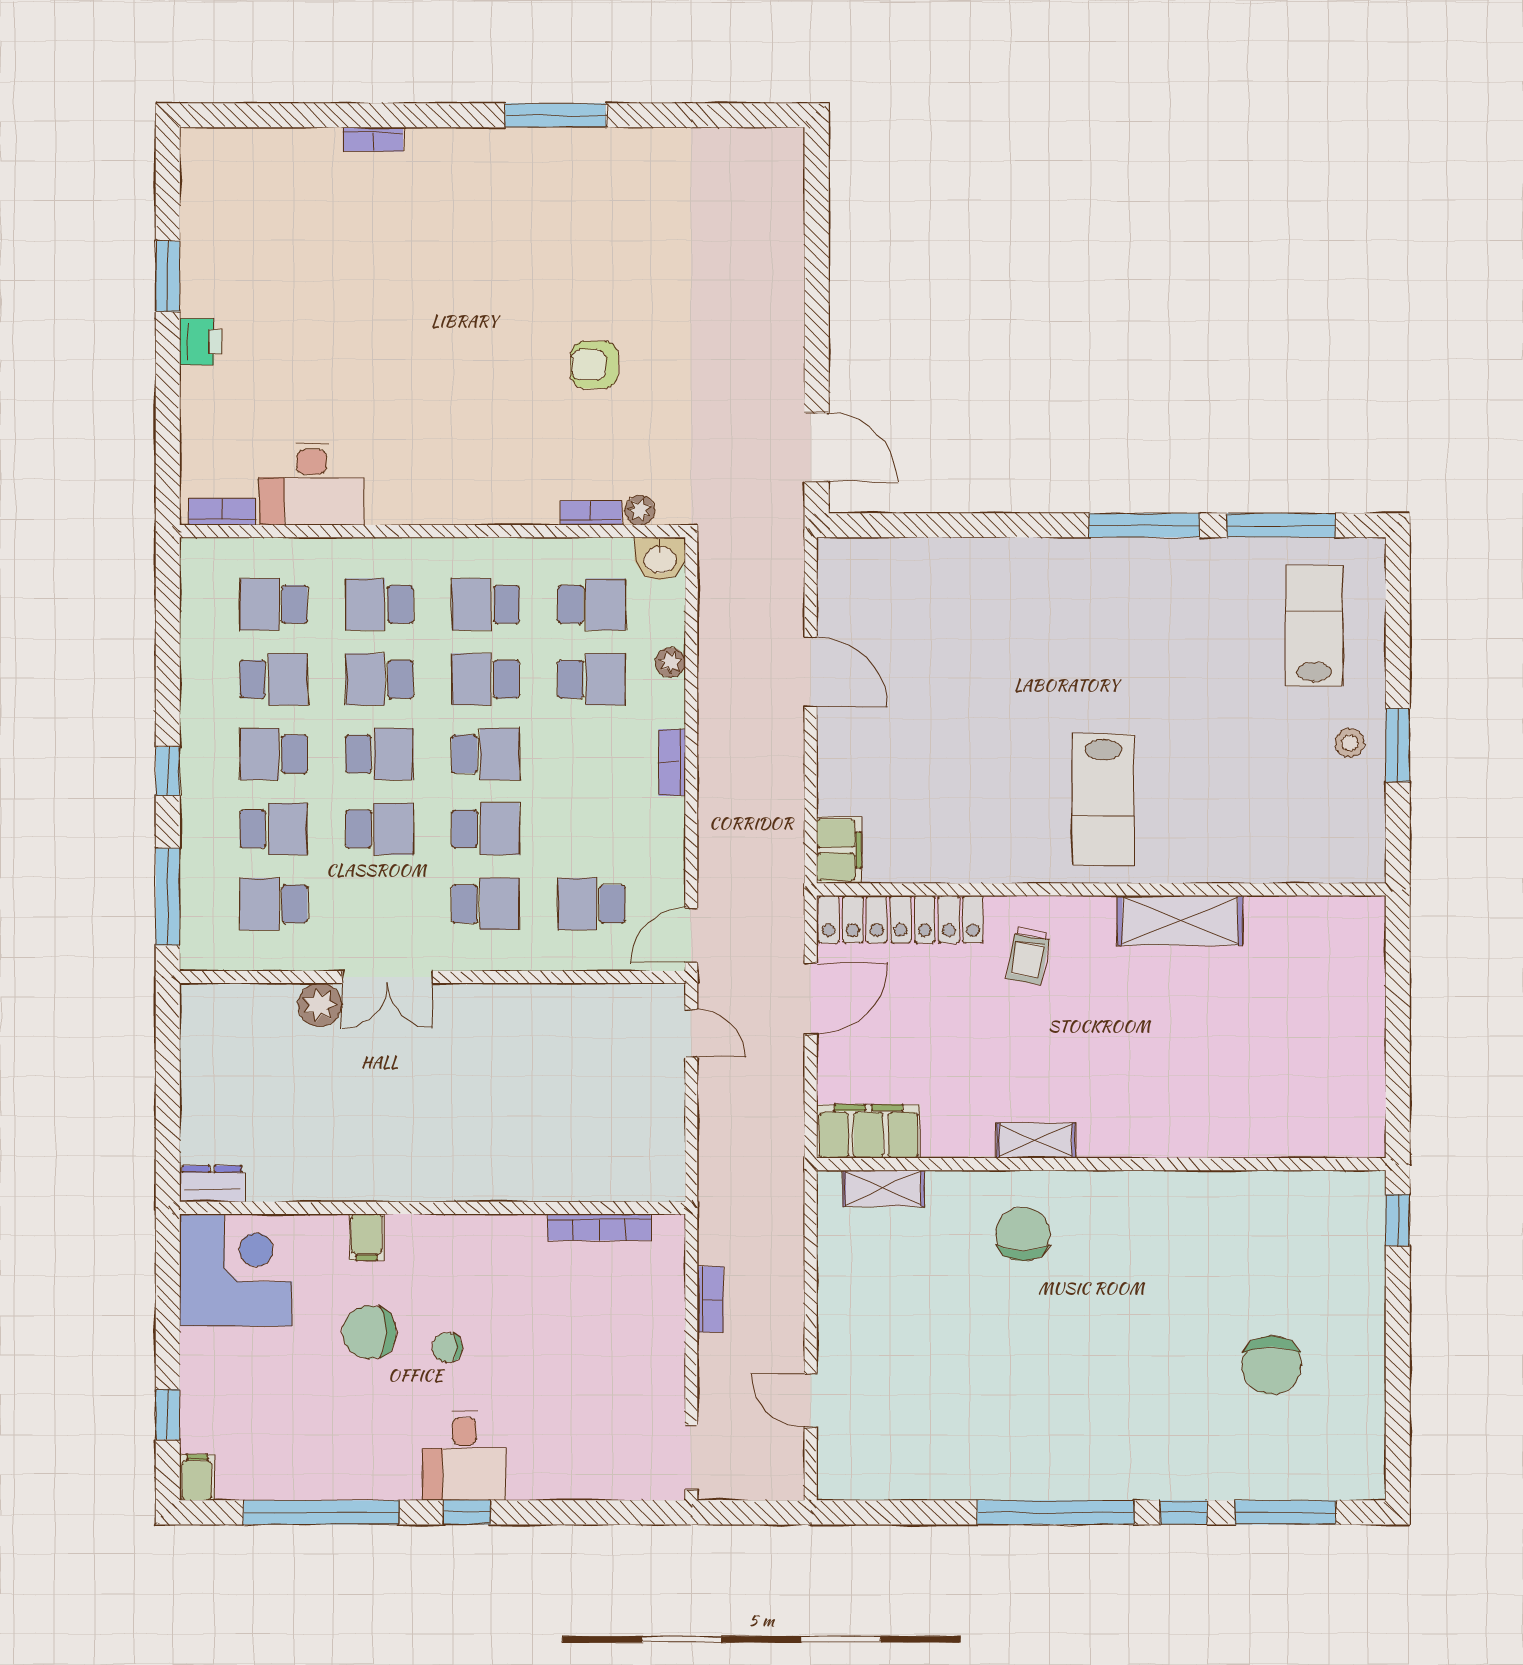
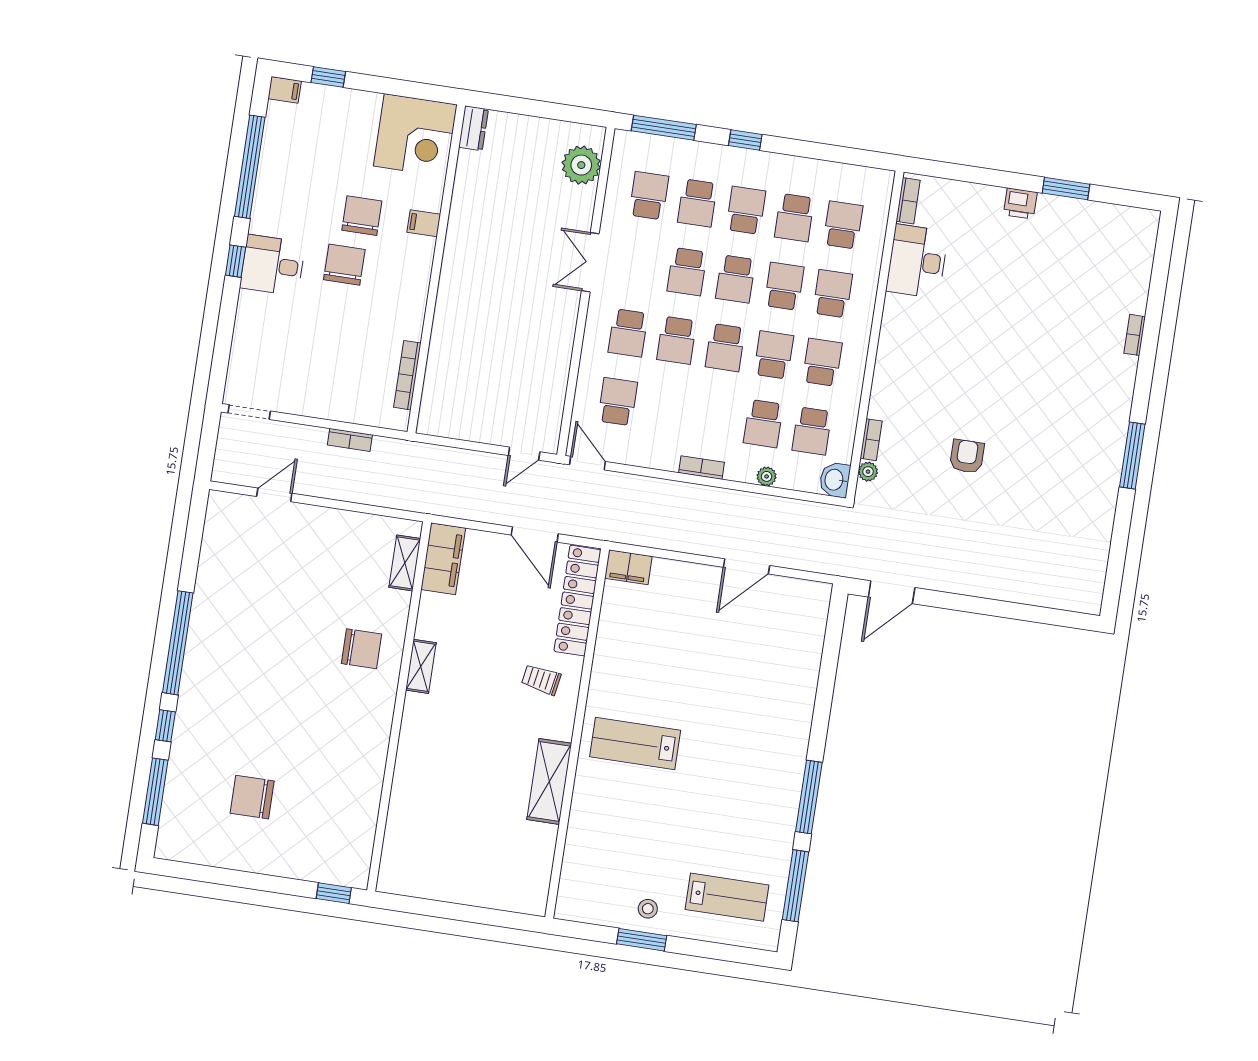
plant: (320, 1005) -> (581, 165), moved, width x1.36, depth x1.36
chair: (447, 1347) -> (344, 265), width x1.87, depth x1.87

